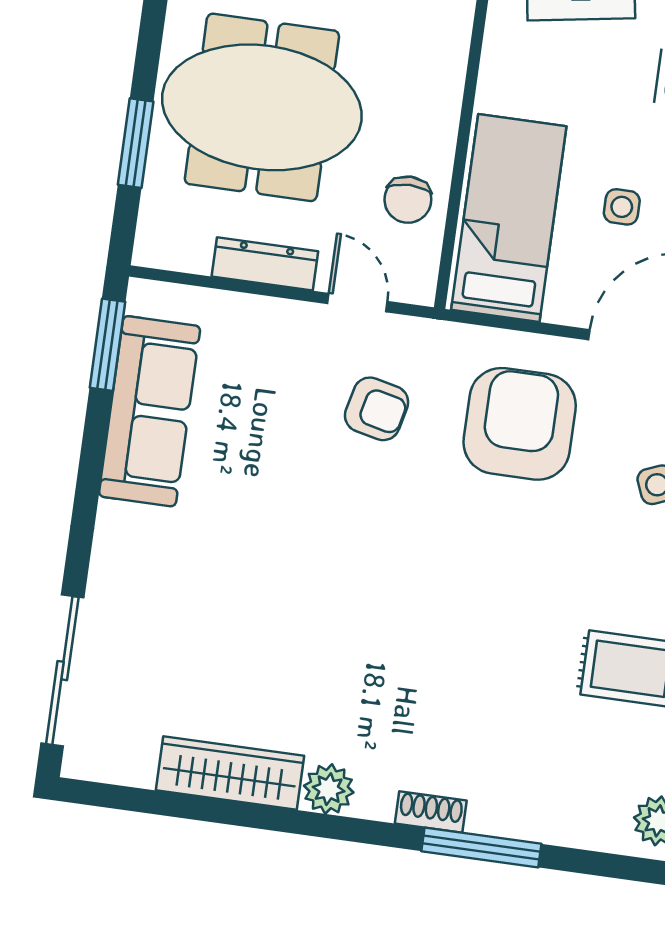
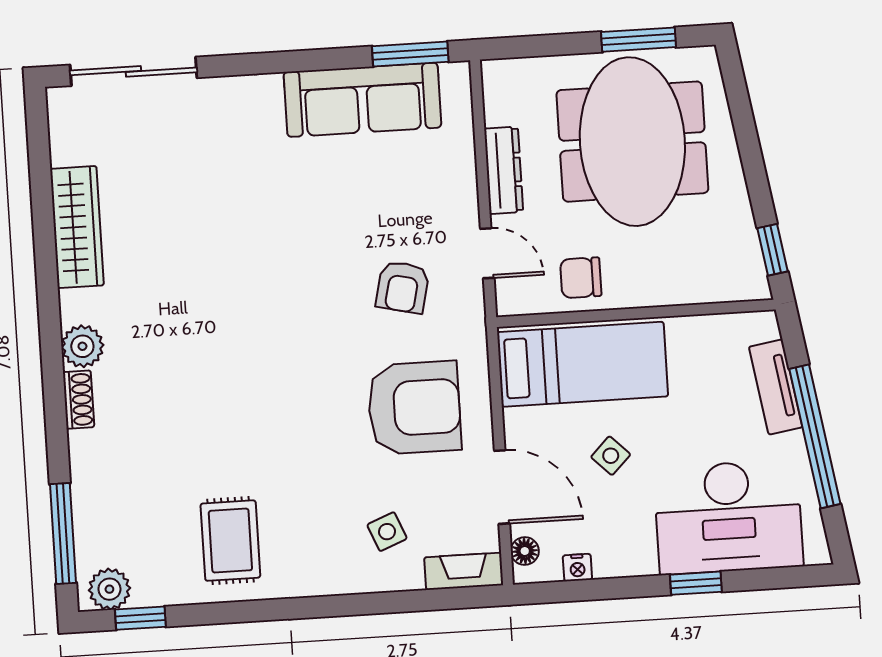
window: (136, 143) -> (638, 40), moved
side table: (622, 207) -> (611, 456), turned 45
door: (357, 303) -> (487, 253), hinge flipped
plant: (329, 789) -> (82, 346), moved
window: (481, 848) -> (63, 533), moved

